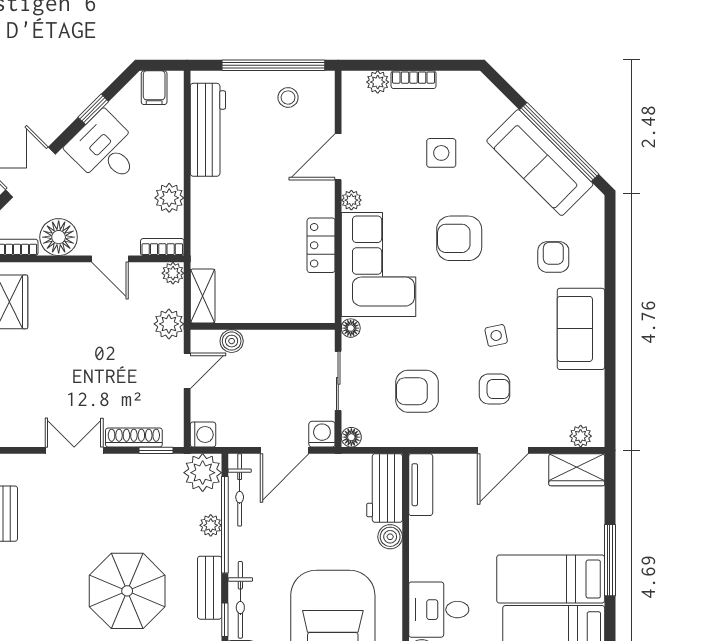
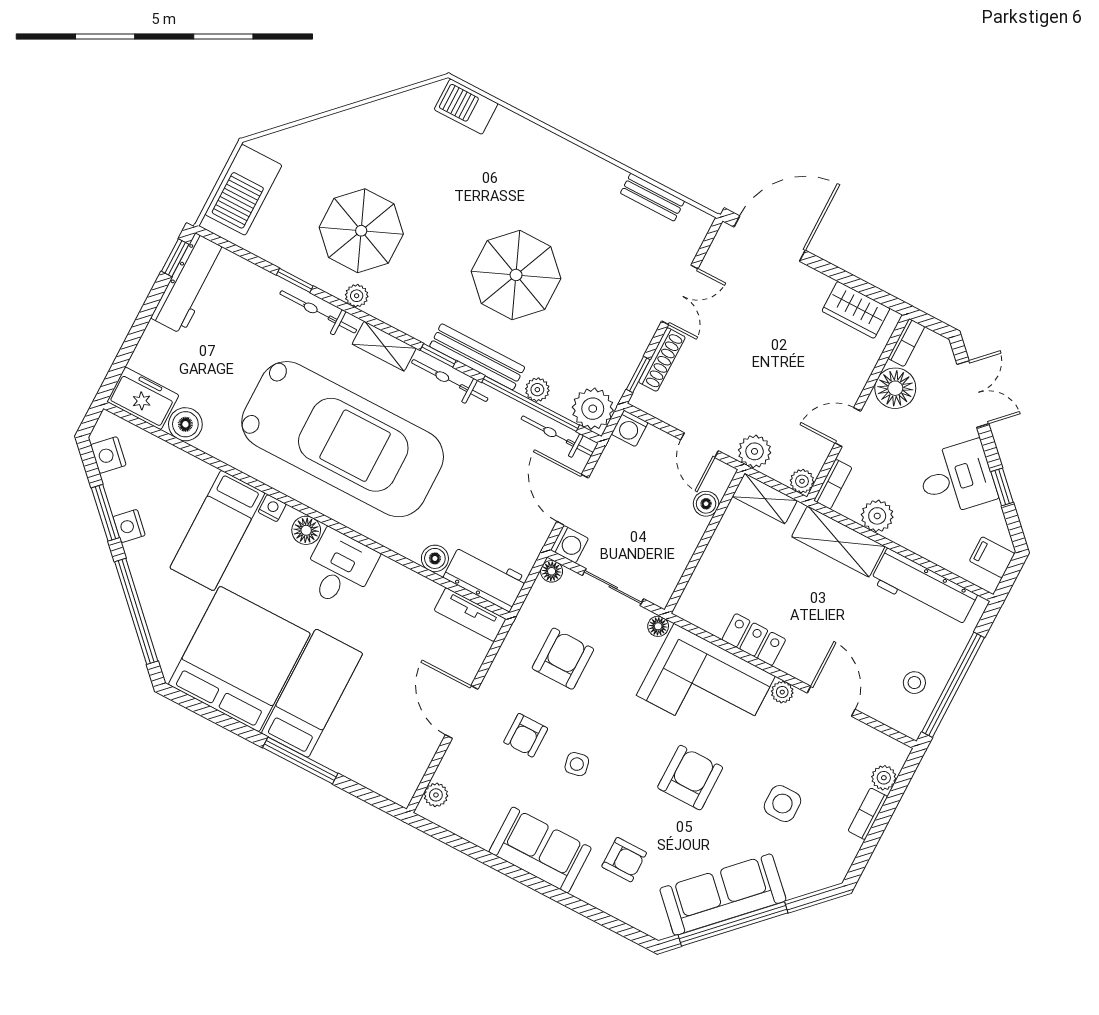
shelving: (206, 218) -> (838, 542), added
wardrobe: (577, 470) -> (405, 774), removed
bench: (210, 588) -> (477, 357), width x1.36

